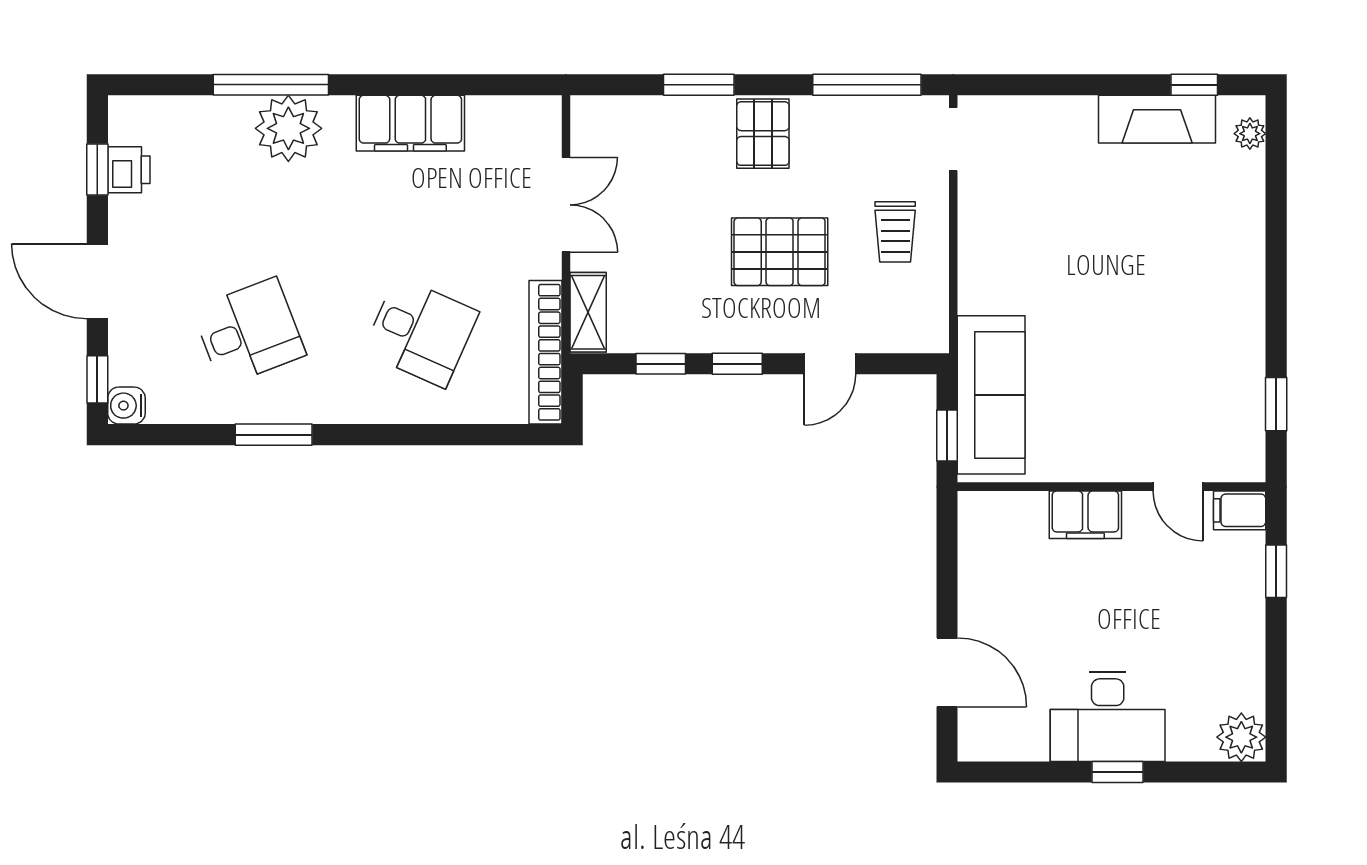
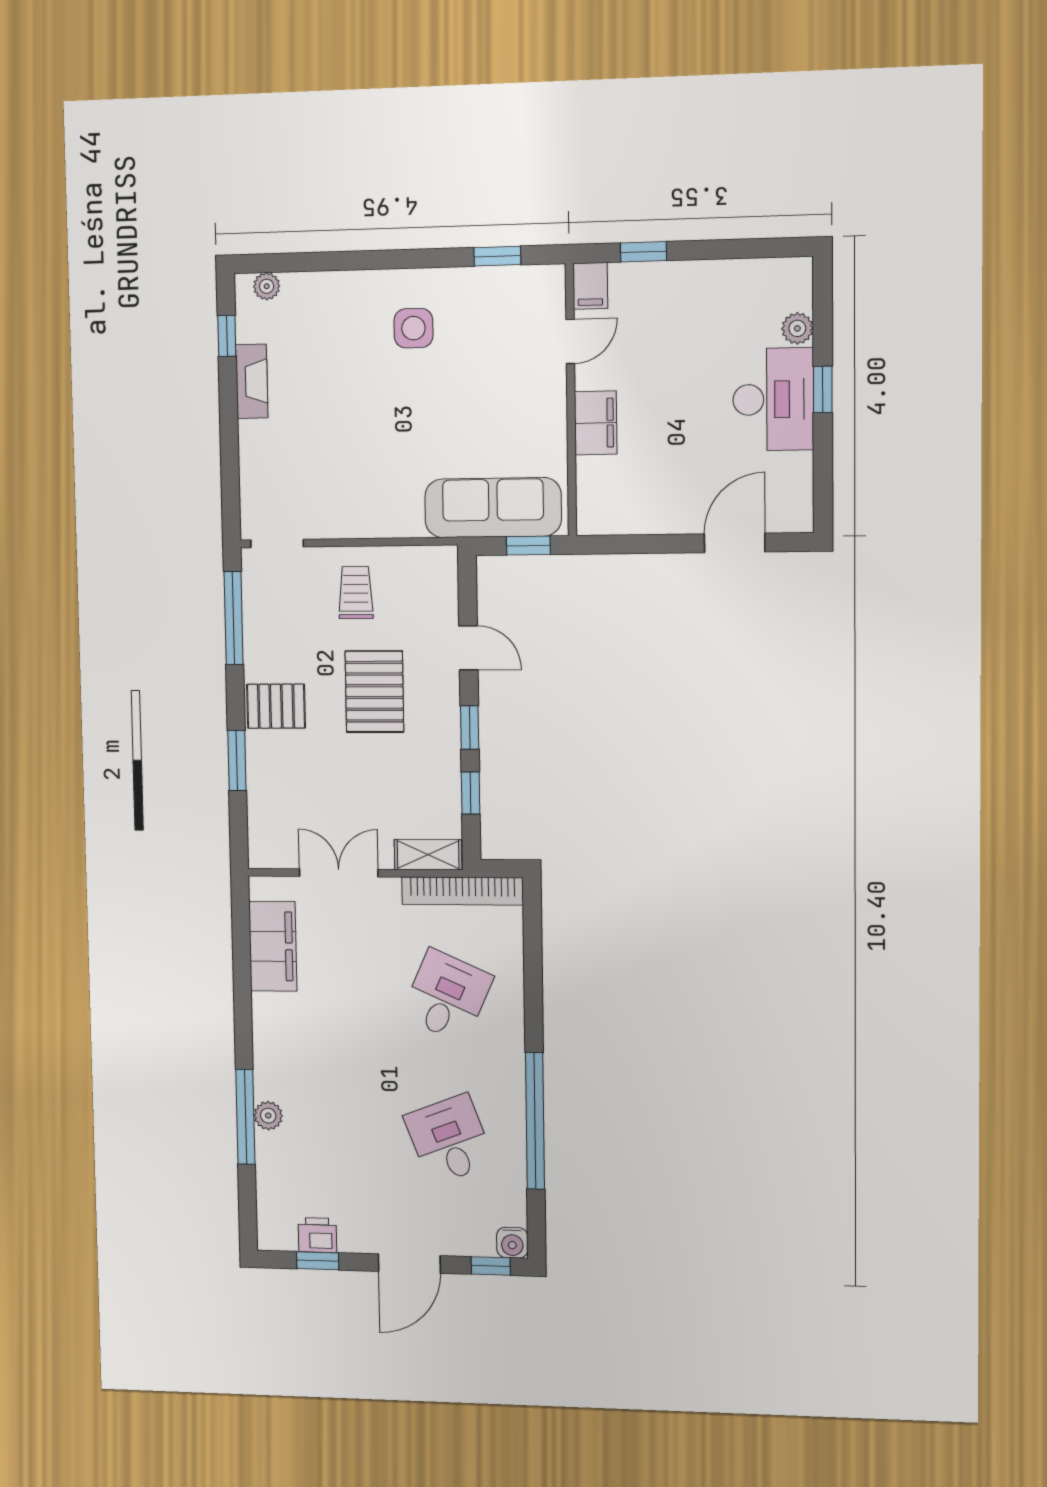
fireplace: (1157, 119) -> (252, 381), width x0.73, depth x0.76
filing cabinet: (410, 123) -> (273, 946), moved
plant: (288, 128) -> (268, 1116), width x0.53, depth x0.53
trolley: (895, 232) -> (356, 593), turned -90
side table: (1198, 305) -> (413, 328), added
window: (274, 435) -> (535, 1121), width x2.11
plant: (1241, 737) -> (797, 328), moved, width x0.73, depth x0.73

